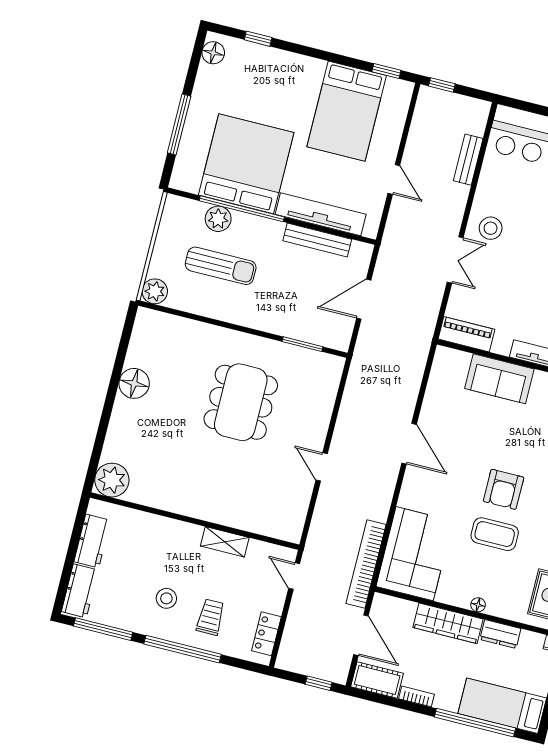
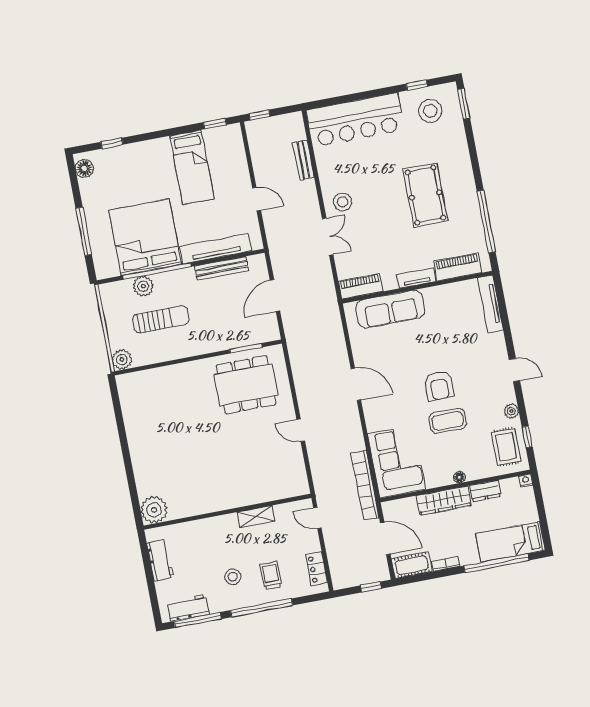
bed: (347, 111) -> (192, 167), width x0.67
sofa: (499, 379) -> (390, 309), width x1.36
floor lamp: (134, 383) -> (138, 433), removed
dining table: (241, 402) -> (246, 385), moved, turned 90
workbench: (80, 591) -> (188, 608), moved, turned -90

